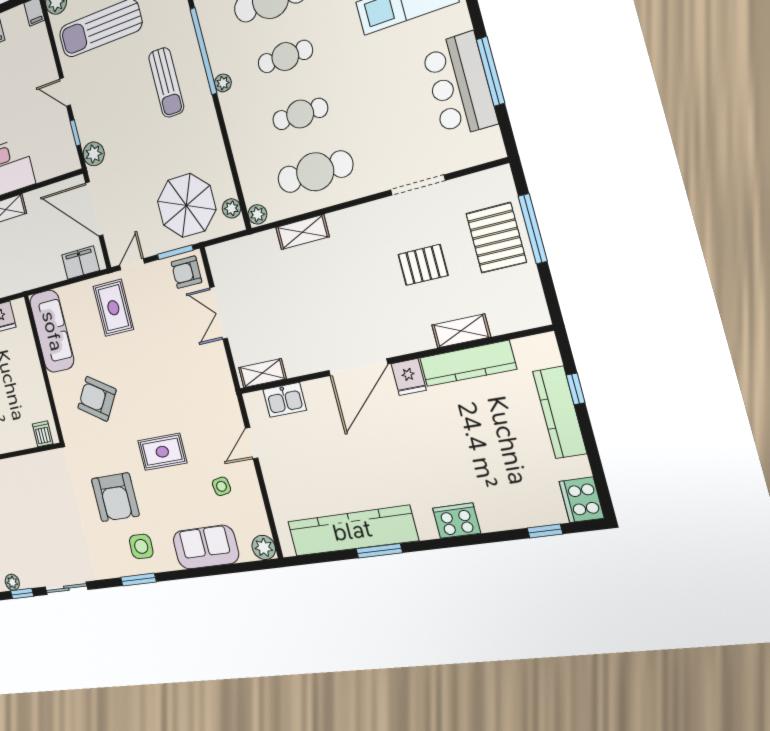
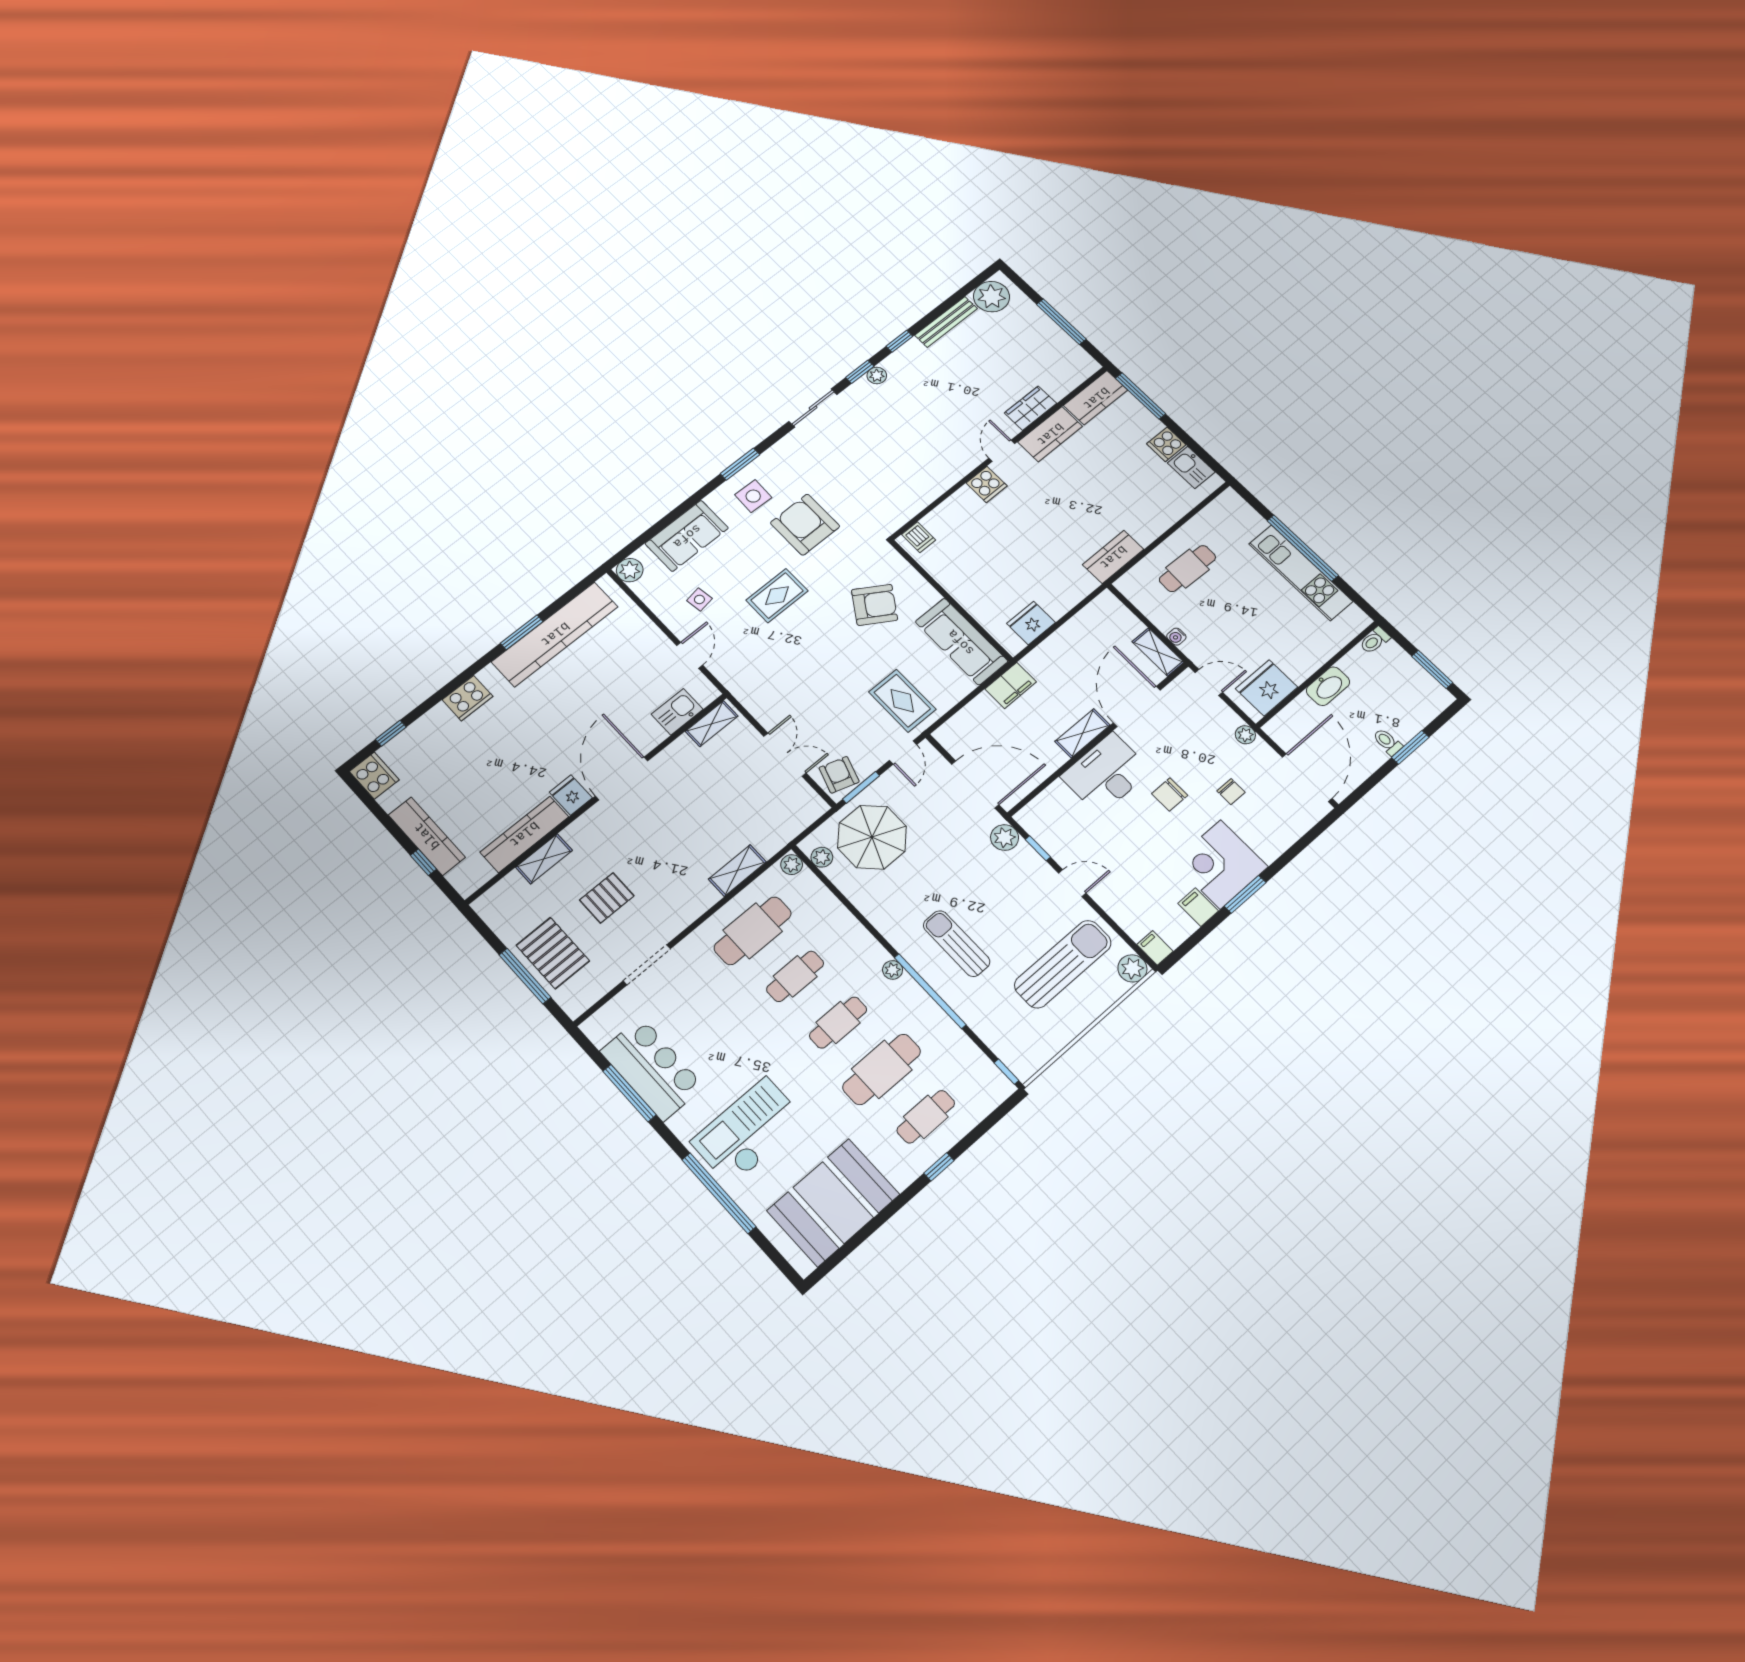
filing cabinet: (81, 263) -> (1011, 685), moved
armchair: (186, 272) -> (839, 775), turned -72

